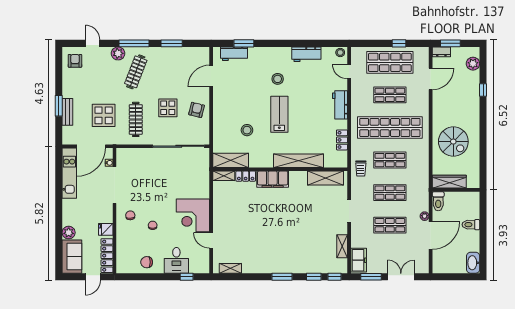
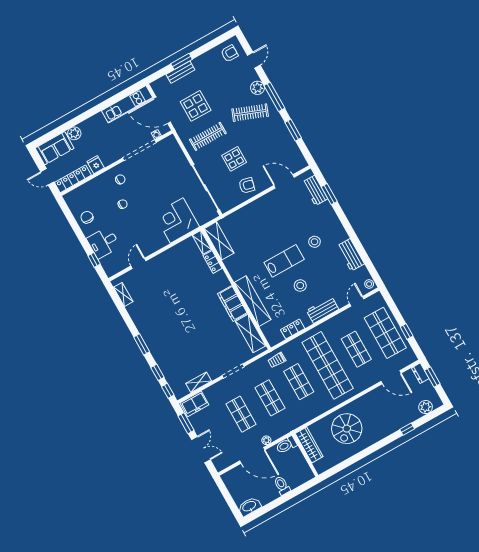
stool: (247, 130) -> (300, 285), moved
filing cabinet: (273, 179) -> (232, 304), moved
corner desk: (193, 215) -> (177, 220), moved

